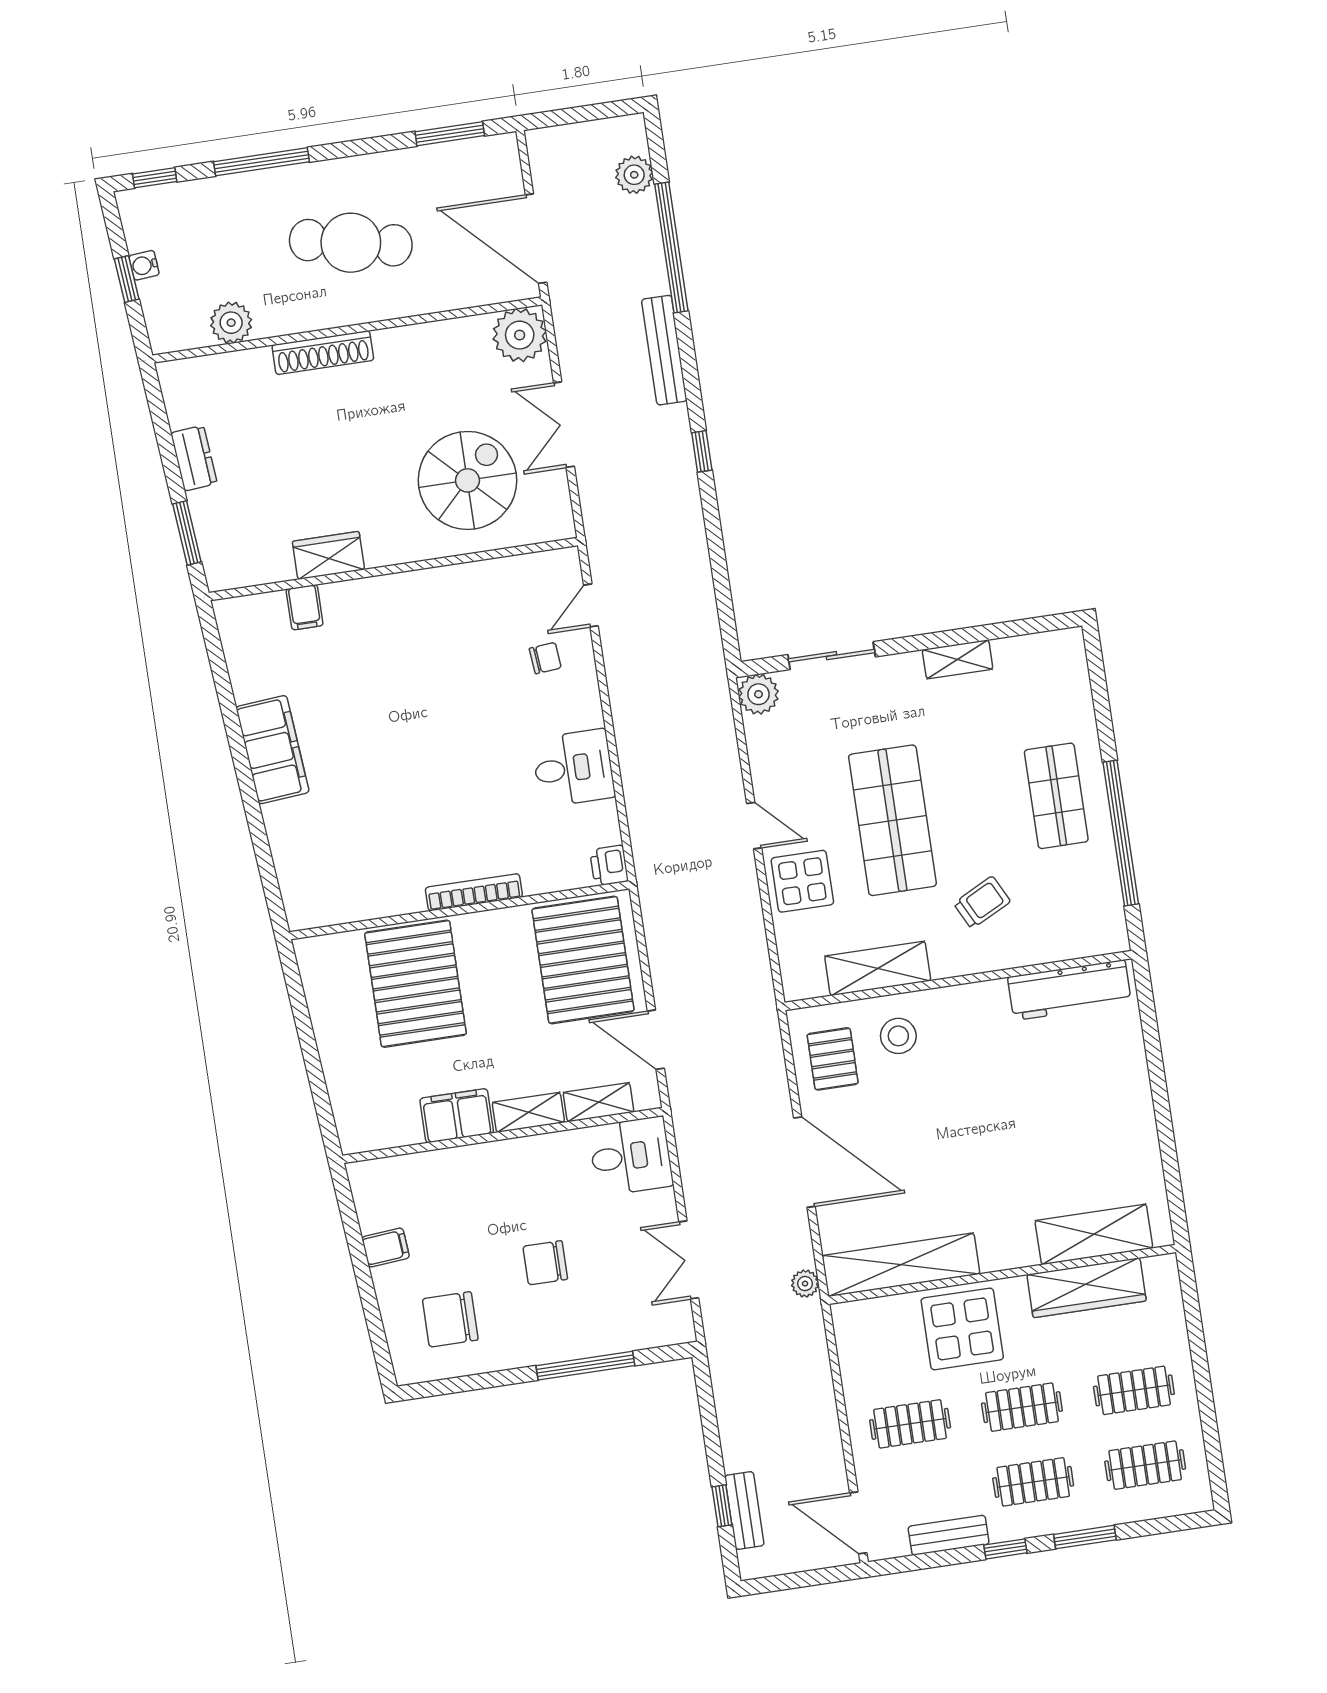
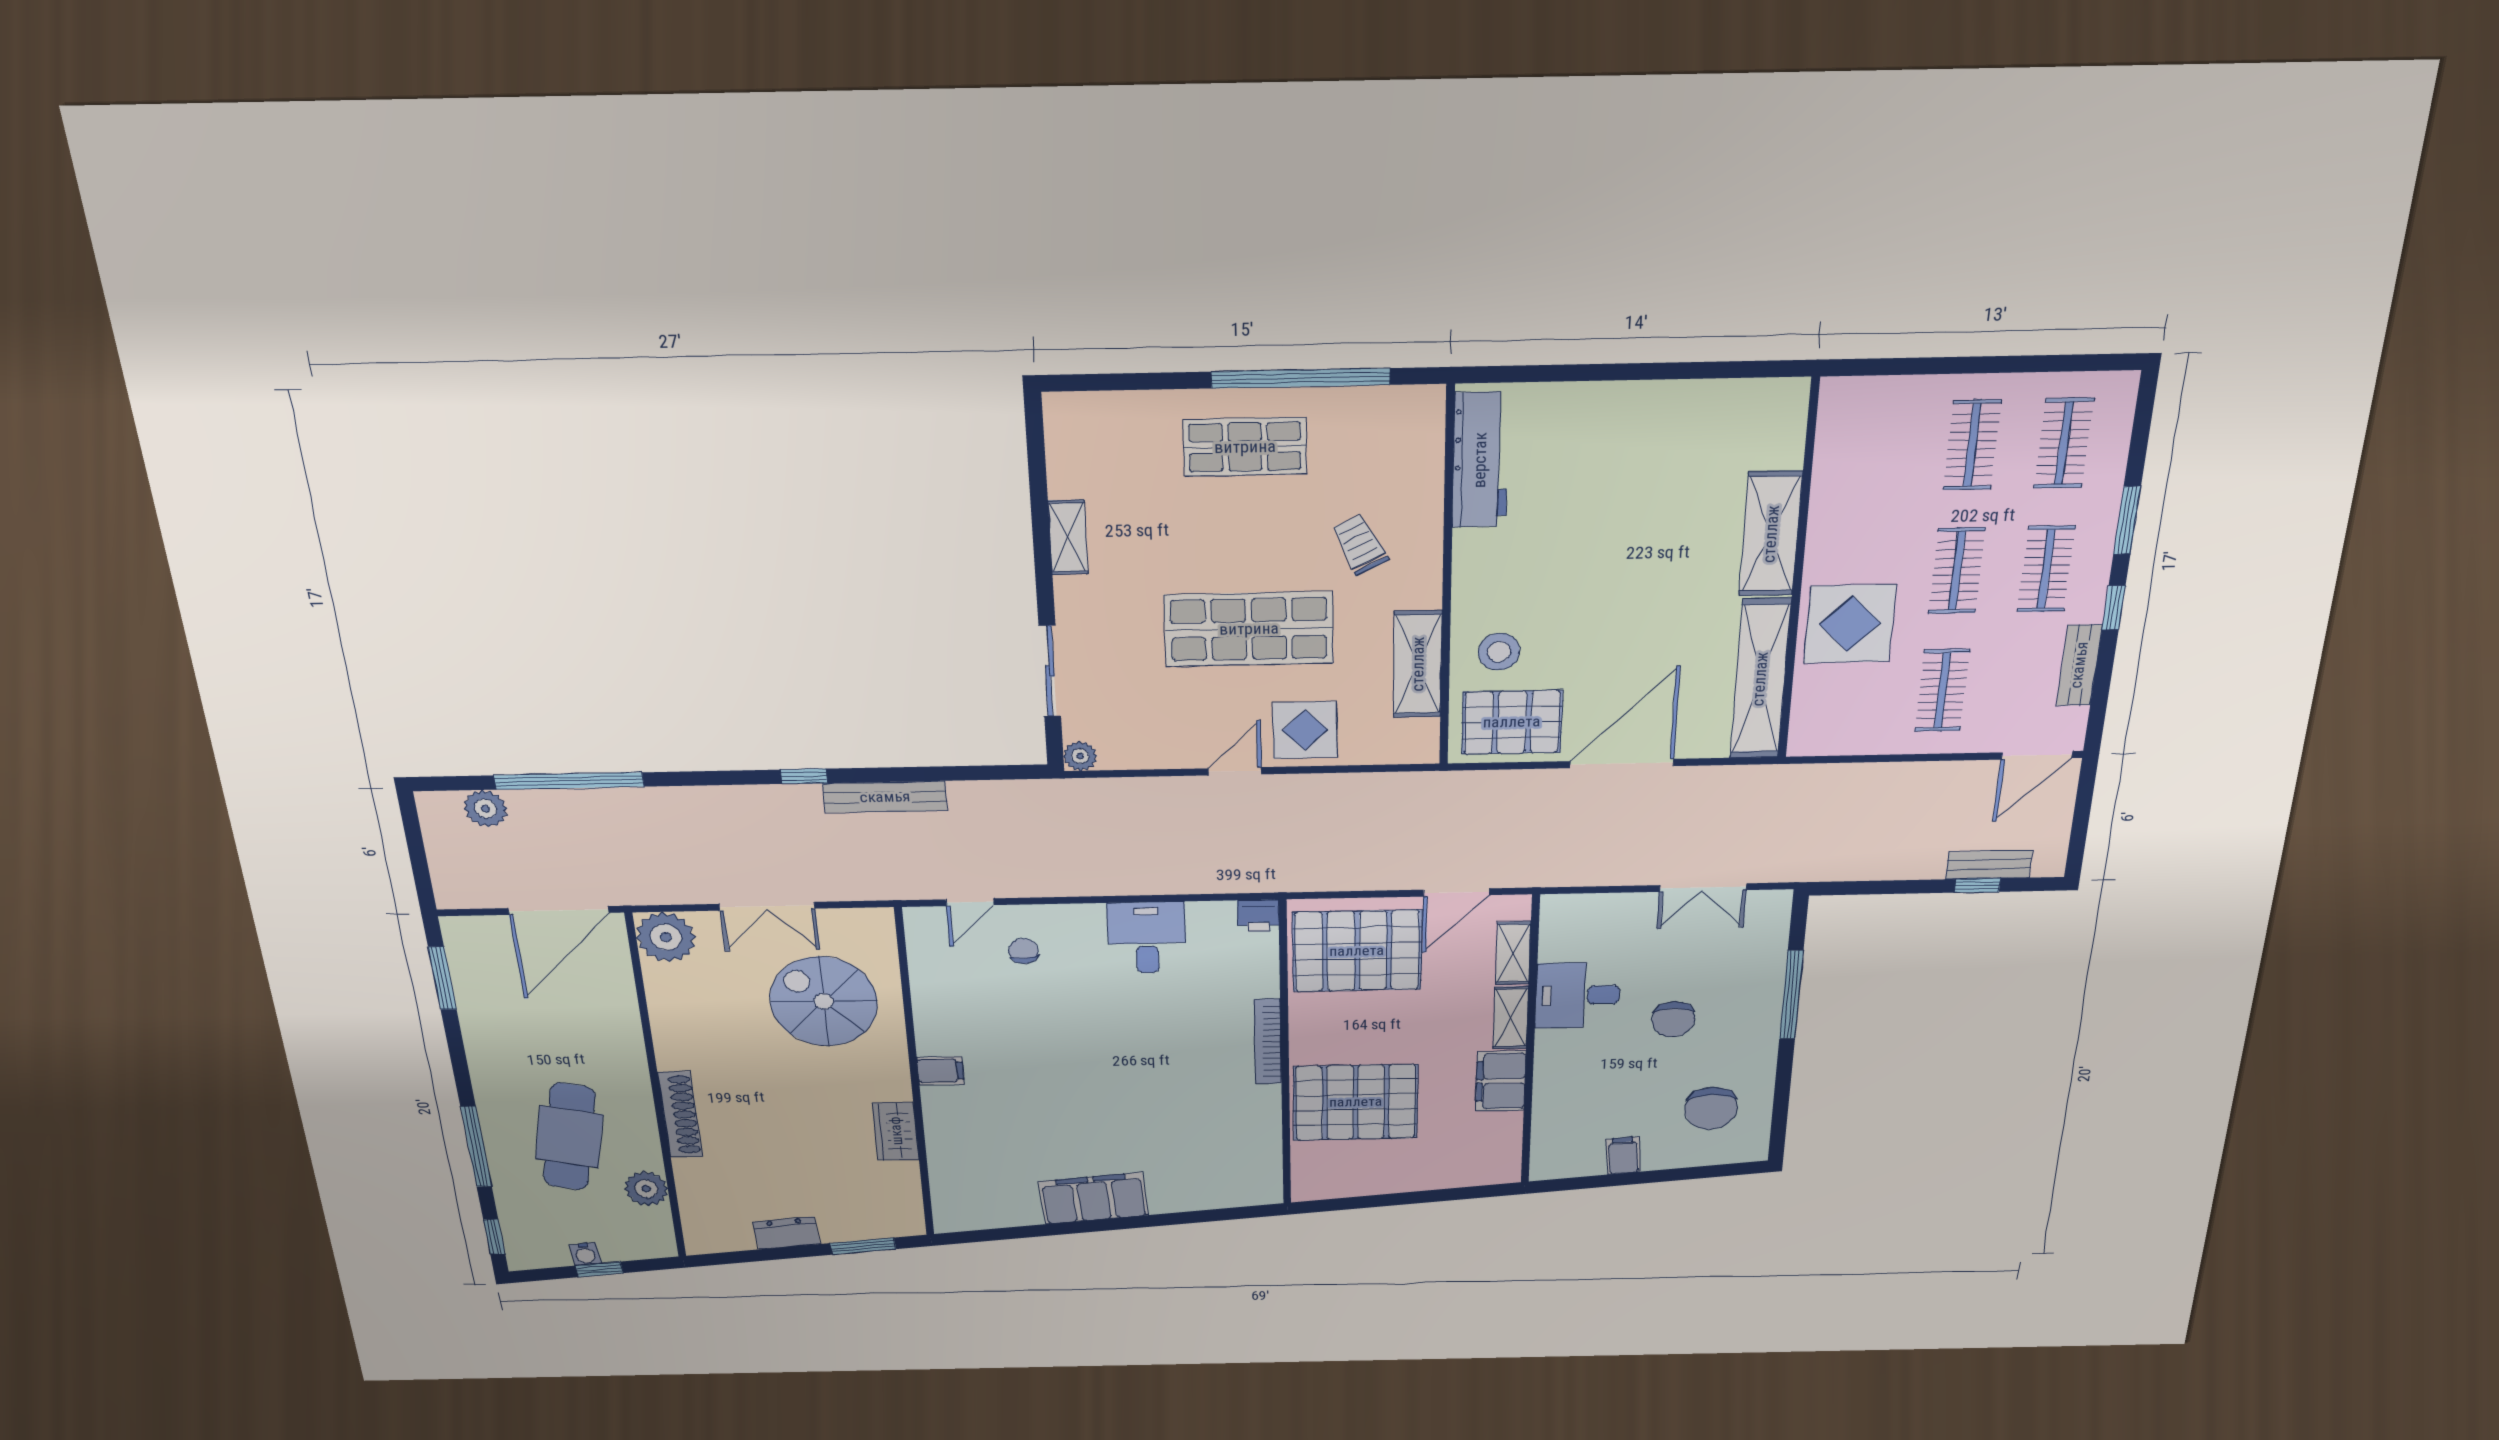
cafe table: (351, 243) -> (569, 1137), moved
bench: (664, 350) -> (885, 797), moved
door: (591, 605) -> (970, 902), hinge flipped
filing cabinet: (305, 607) -> (940, 1071), moved
plant: (758, 694) -> (1080, 756), width x0.73, depth x0.73
pallet: (833, 1059) -> (1512, 722), width x1.50, depth x1.42
desk: (631, 1156) -> (1578, 995), moved, turned -90
shelving: (1094, 1234) -> (1771, 534), moved
plant: (805, 1284) -> (1757, 778), removed
wardrobe: (1087, 1288) -> (1837, 484), removed

